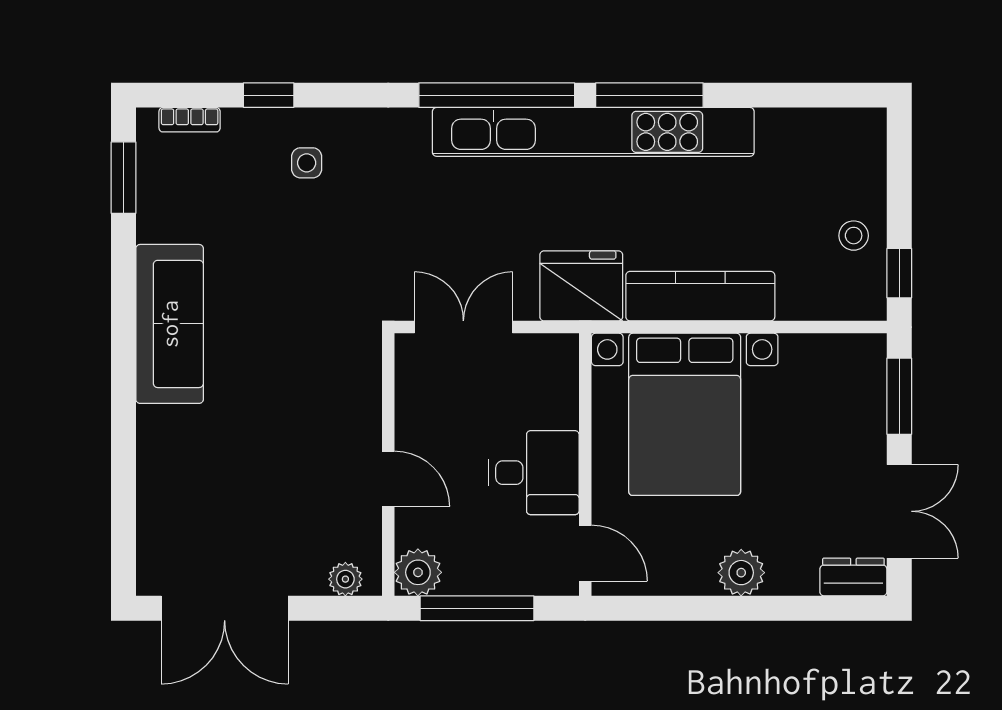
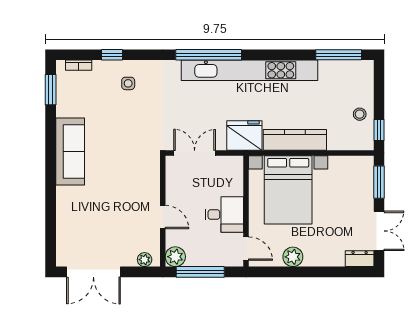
window: (649, 95) -> (339, 55), moved
plant: (741, 573) -> (293, 257), moved

